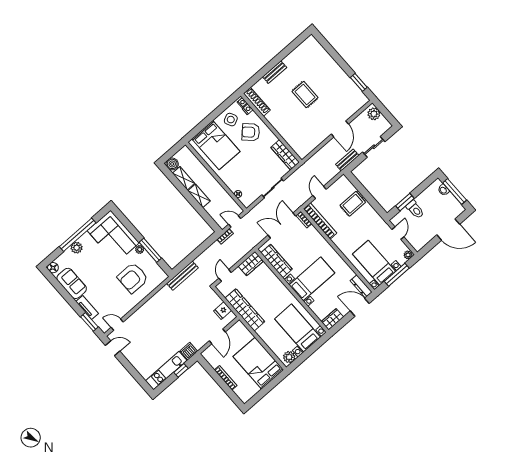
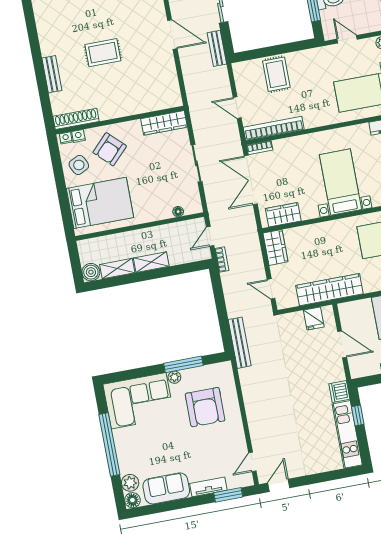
plant: (77, 248) -> (130, 483), moved
wardrobe: (276, 261) -> (283, 215), width x0.67

